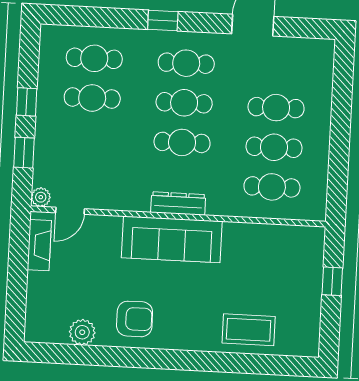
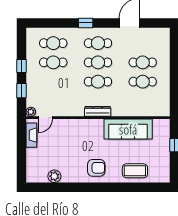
cafe table: (272, 187) -> (143, 101), removed
sofa: (172, 239) -> (128, 129), moved
armchair: (135, 319) -> (96, 168), moved

